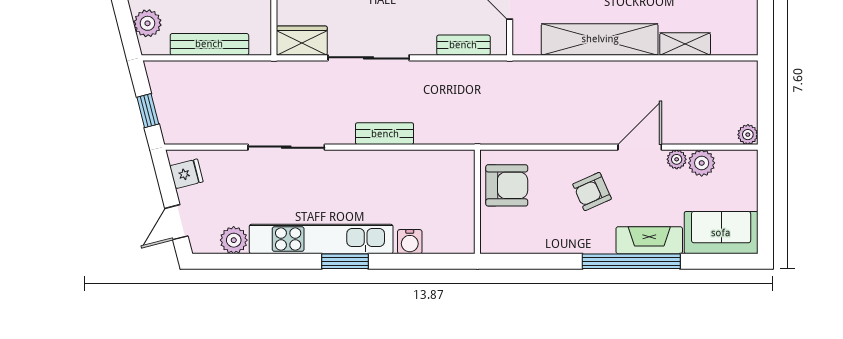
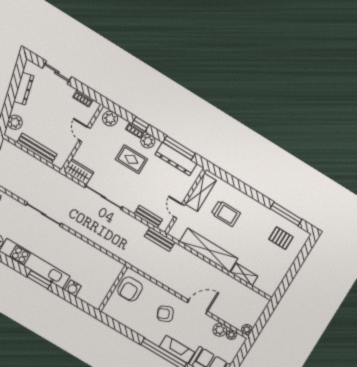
bench: (385, 134) -> (160, 239), moved
plant: (677, 159) -> (231, 335), moved
armchair: (507, 185) -> (130, 289), turned 90

